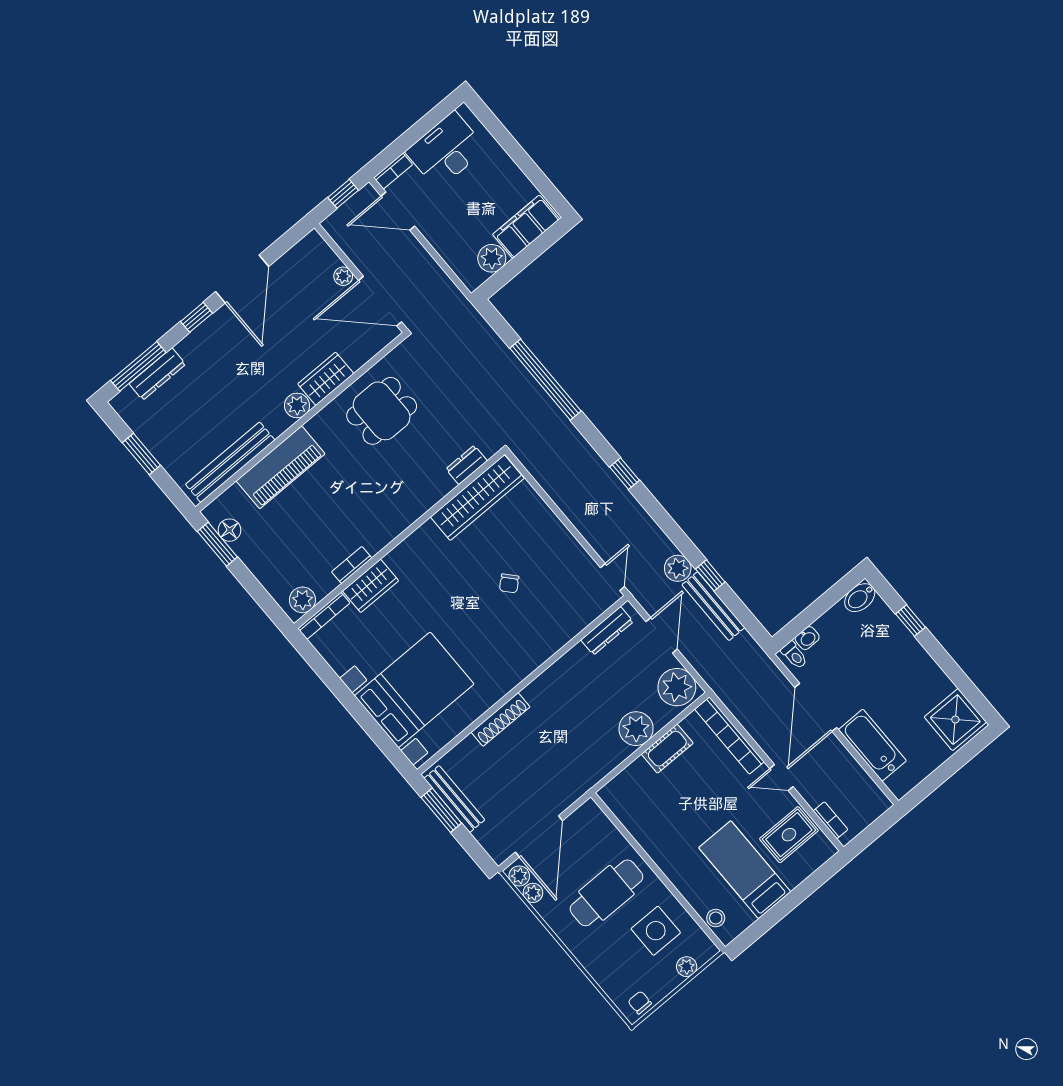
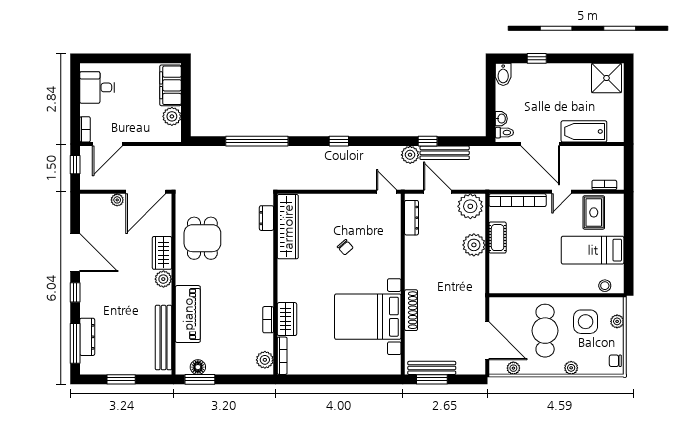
desk: (446, 150) -> (97, 87), width x0.73
bed with nightstands: (414, 690) -> (368, 317), moved, turned -90
plant: (519, 876) -> (571, 368), moved

